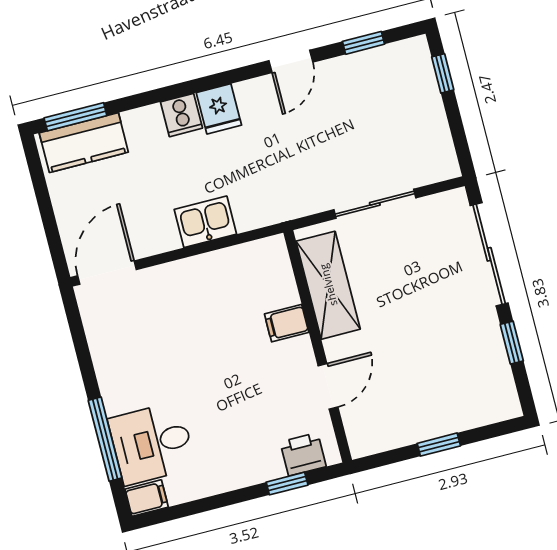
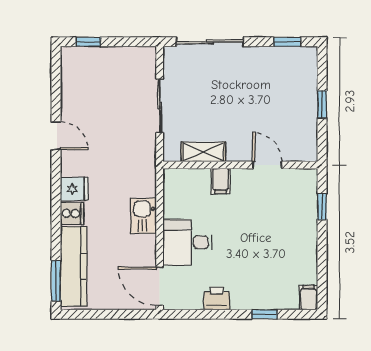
window: (364, 43) -> (56, 87), removed
kitchen counter: (84, 143) -> (74, 266), width x1.50
shelving: (328, 285) -> (203, 152), width x0.67, depth x0.75
window: (512, 343) -> (287, 42), moved
window: (105, 439) -> (264, 314), width x0.46
desk: (152, 443) -> (187, 242), moved, turned 90
printer: (303, 454) -> (217, 298), moved, turned 90

